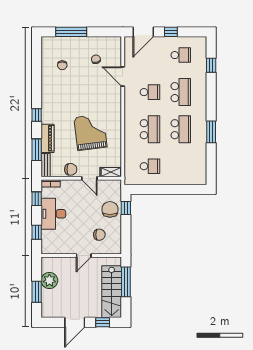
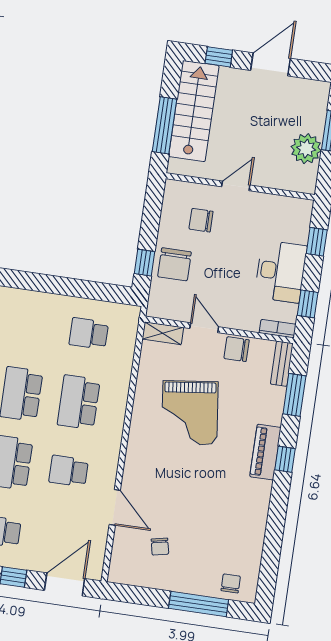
chair: (62, 65) -> (231, 583), moved
piano: (48, 138) -> (265, 452), moved

